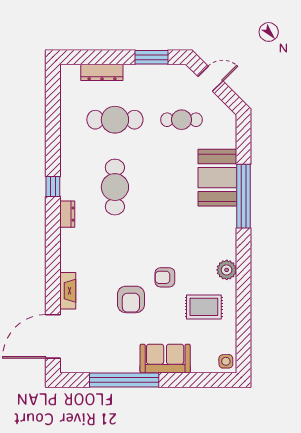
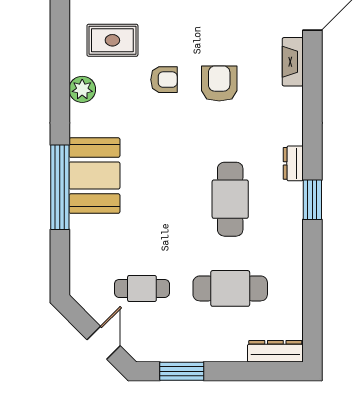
dresser: (102, 72) -> (275, 351), moved
door: (210, 79) -> (104, 343), swing flipped
booth: (217, 178) -> (94, 176), moved
window: (53, 187) -> (312, 200), width x1.50
armchair: (131, 299) -> (219, 84), moved

